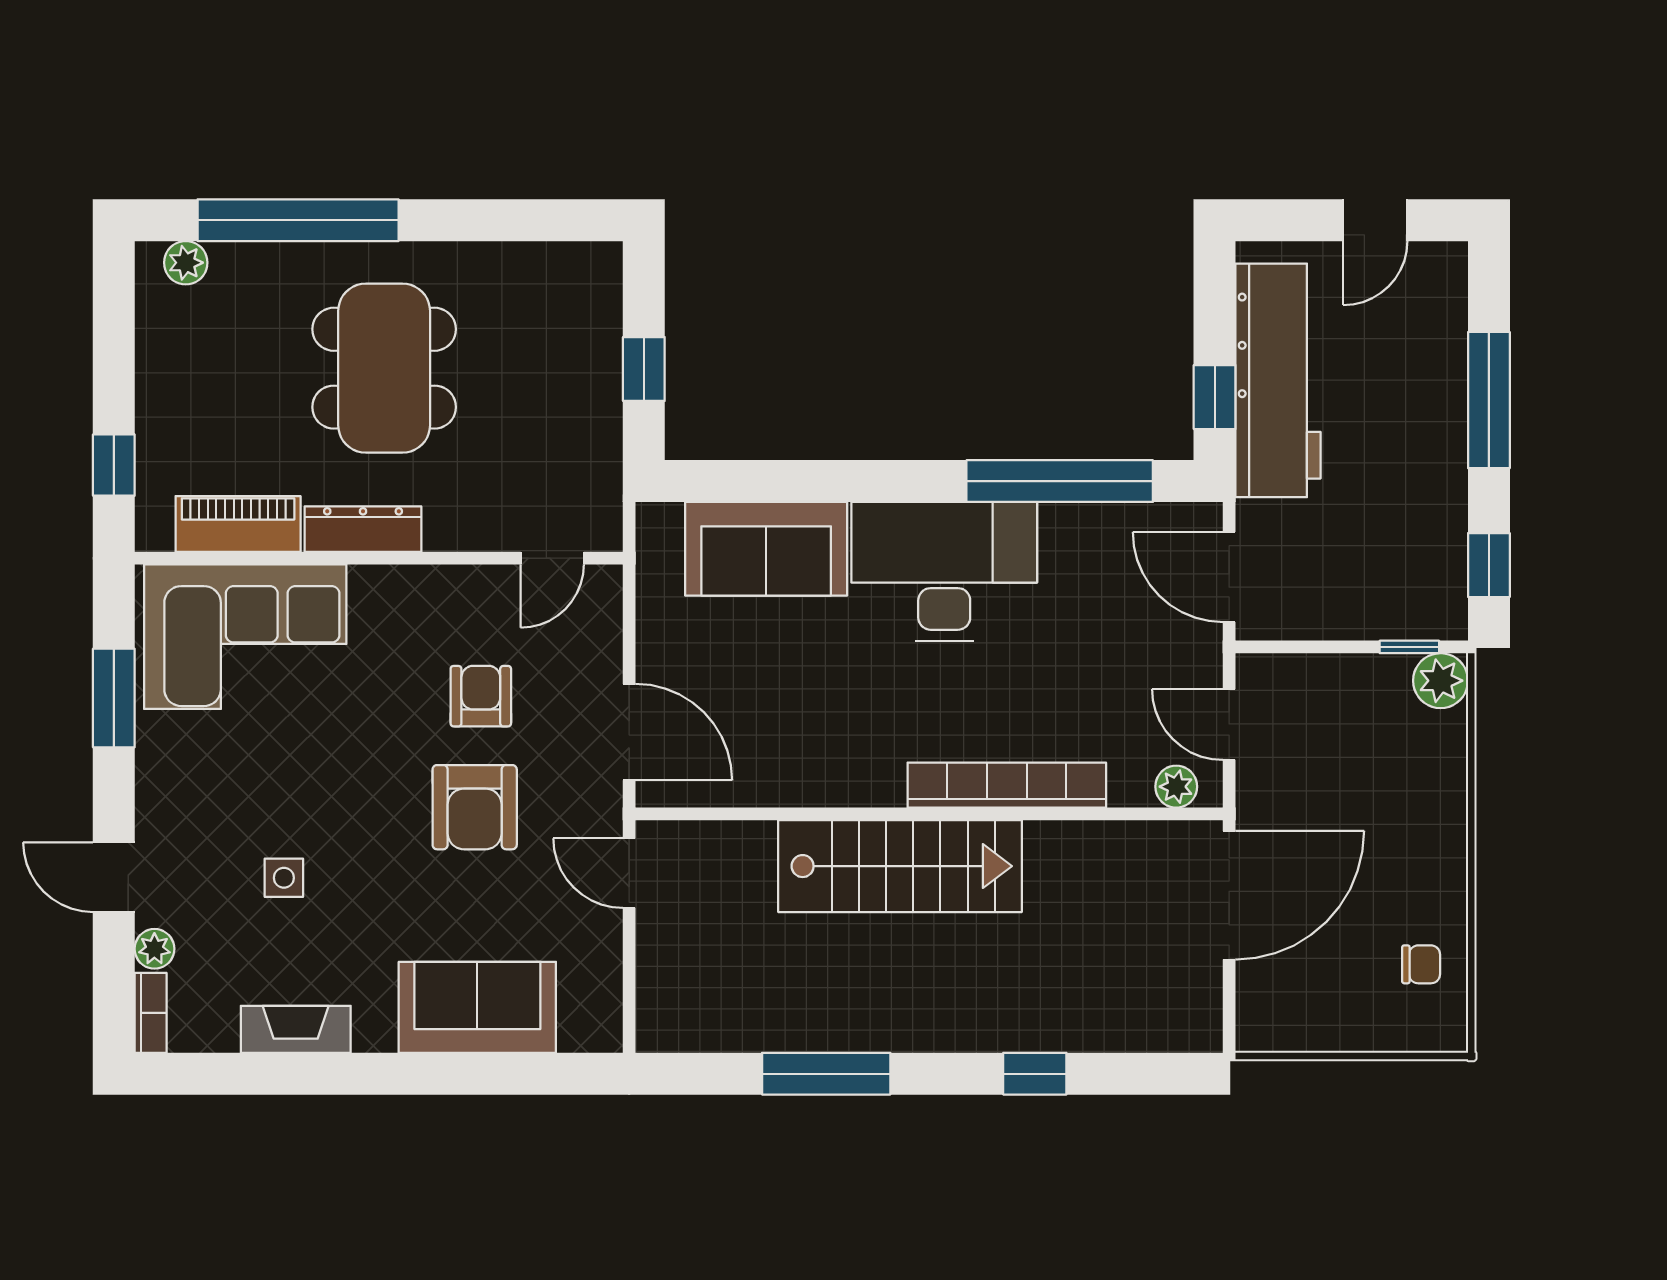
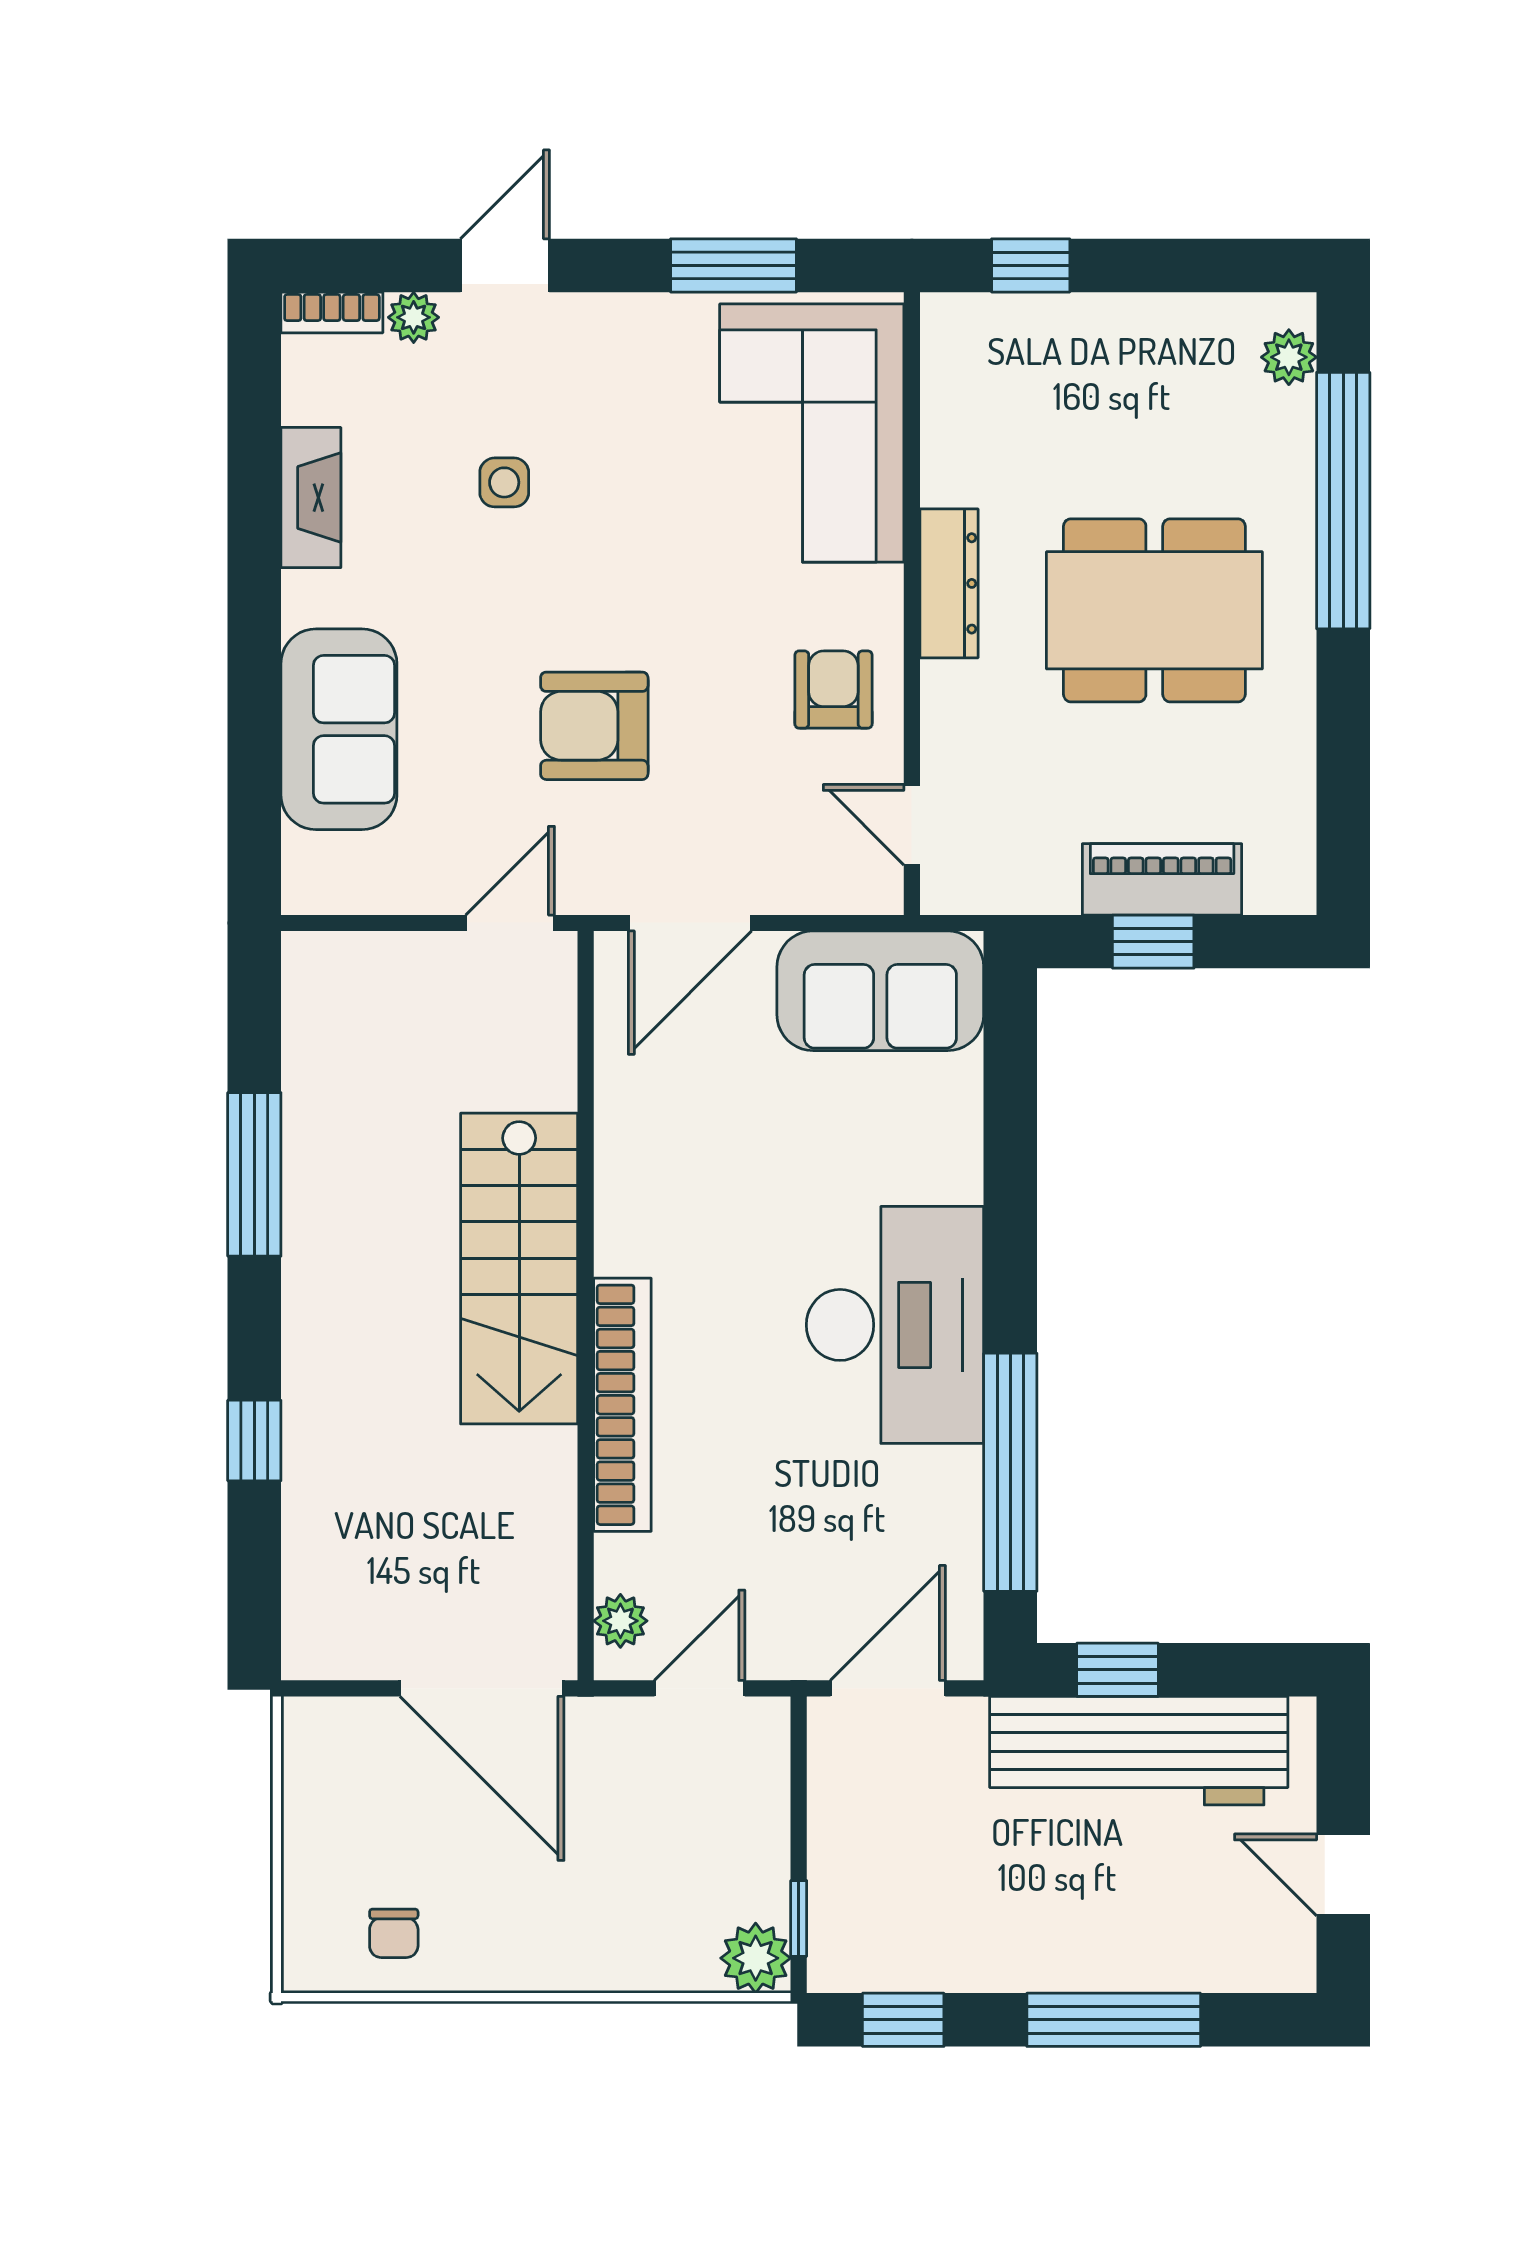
piano: (238, 524) -> (1162, 879), moved, turned -90
sofa: (766, 549) -> (880, 991), moved, turned -90
armchair: (481, 696) -> (833, 690), moved, turned -90

